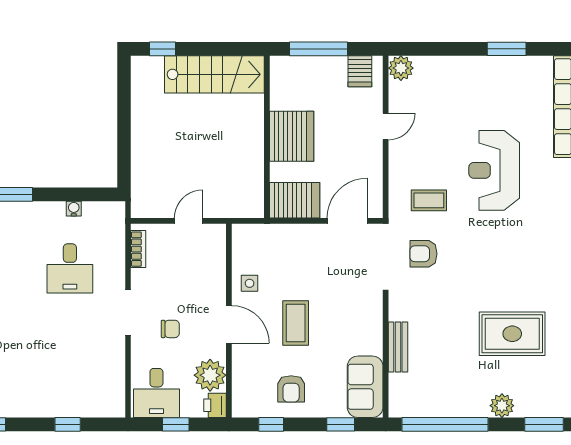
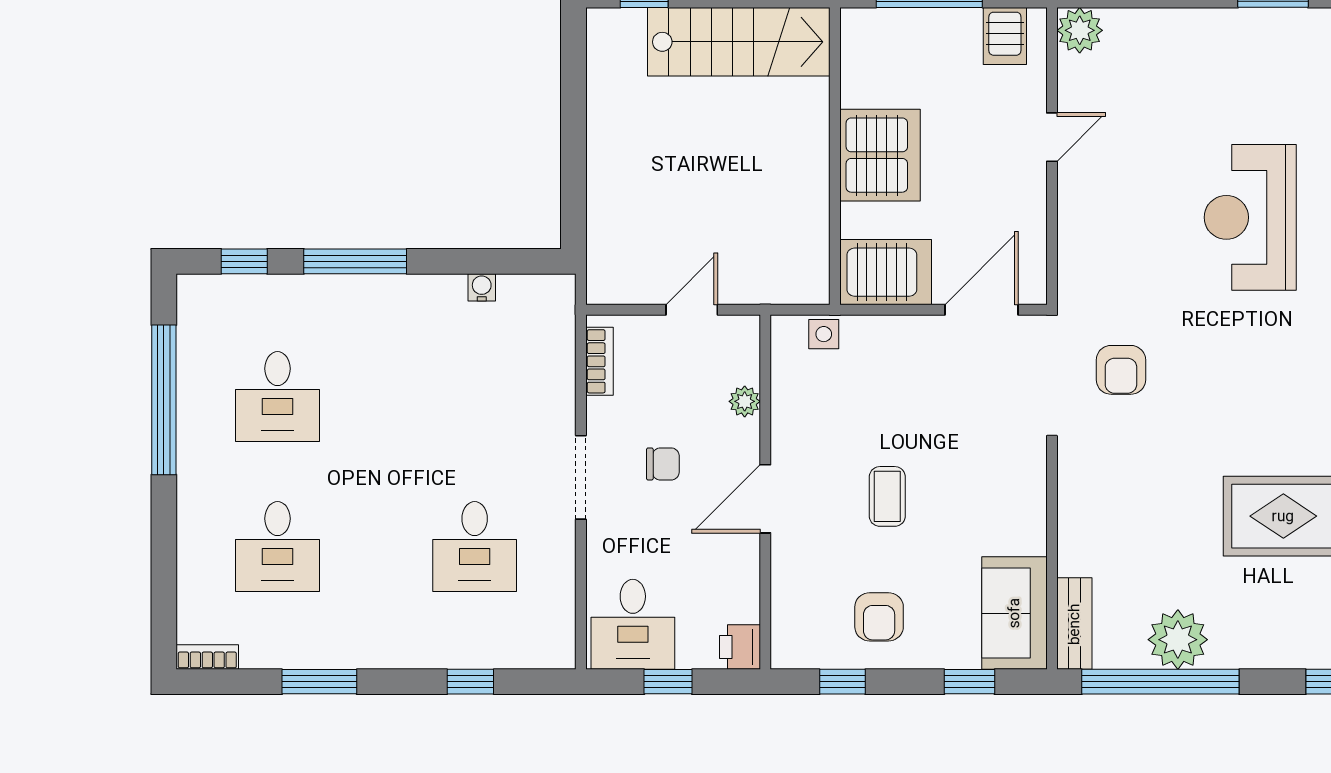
coffee table: (429, 200) -> (1131, 272), removed
armchair: (423, 254) -> (1121, 370), turned -90
desk: (70, 268) -> (475, 547), moved
side table: (250, 283) -> (824, 334), moved
coffee table: (296, 323) -> (887, 496), width x0.73, depth x0.77
door: (229, 324) -> (765, 499), swing flipped
chair: (170, 329) -> (663, 464), moved
bench: (398, 347) -> (1074, 624), moved
plant: (210, 375) -> (745, 401), moved, width x0.53, depth x0.53
plant: (502, 406) -> (1178, 640), moved, width x1.36, depth x1.36

